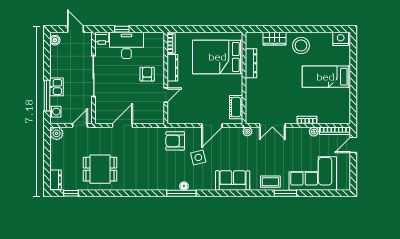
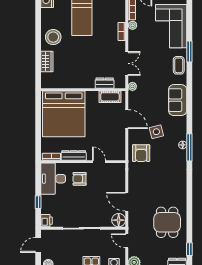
desk: (126, 45) -> (53, 179), moved
bed: (218, 57) -> (64, 114), width x1.36
dresser: (251, 63) -> (105, 83), moved, width x0.70
floor lamp: (102, 117) -> (119, 220), added

